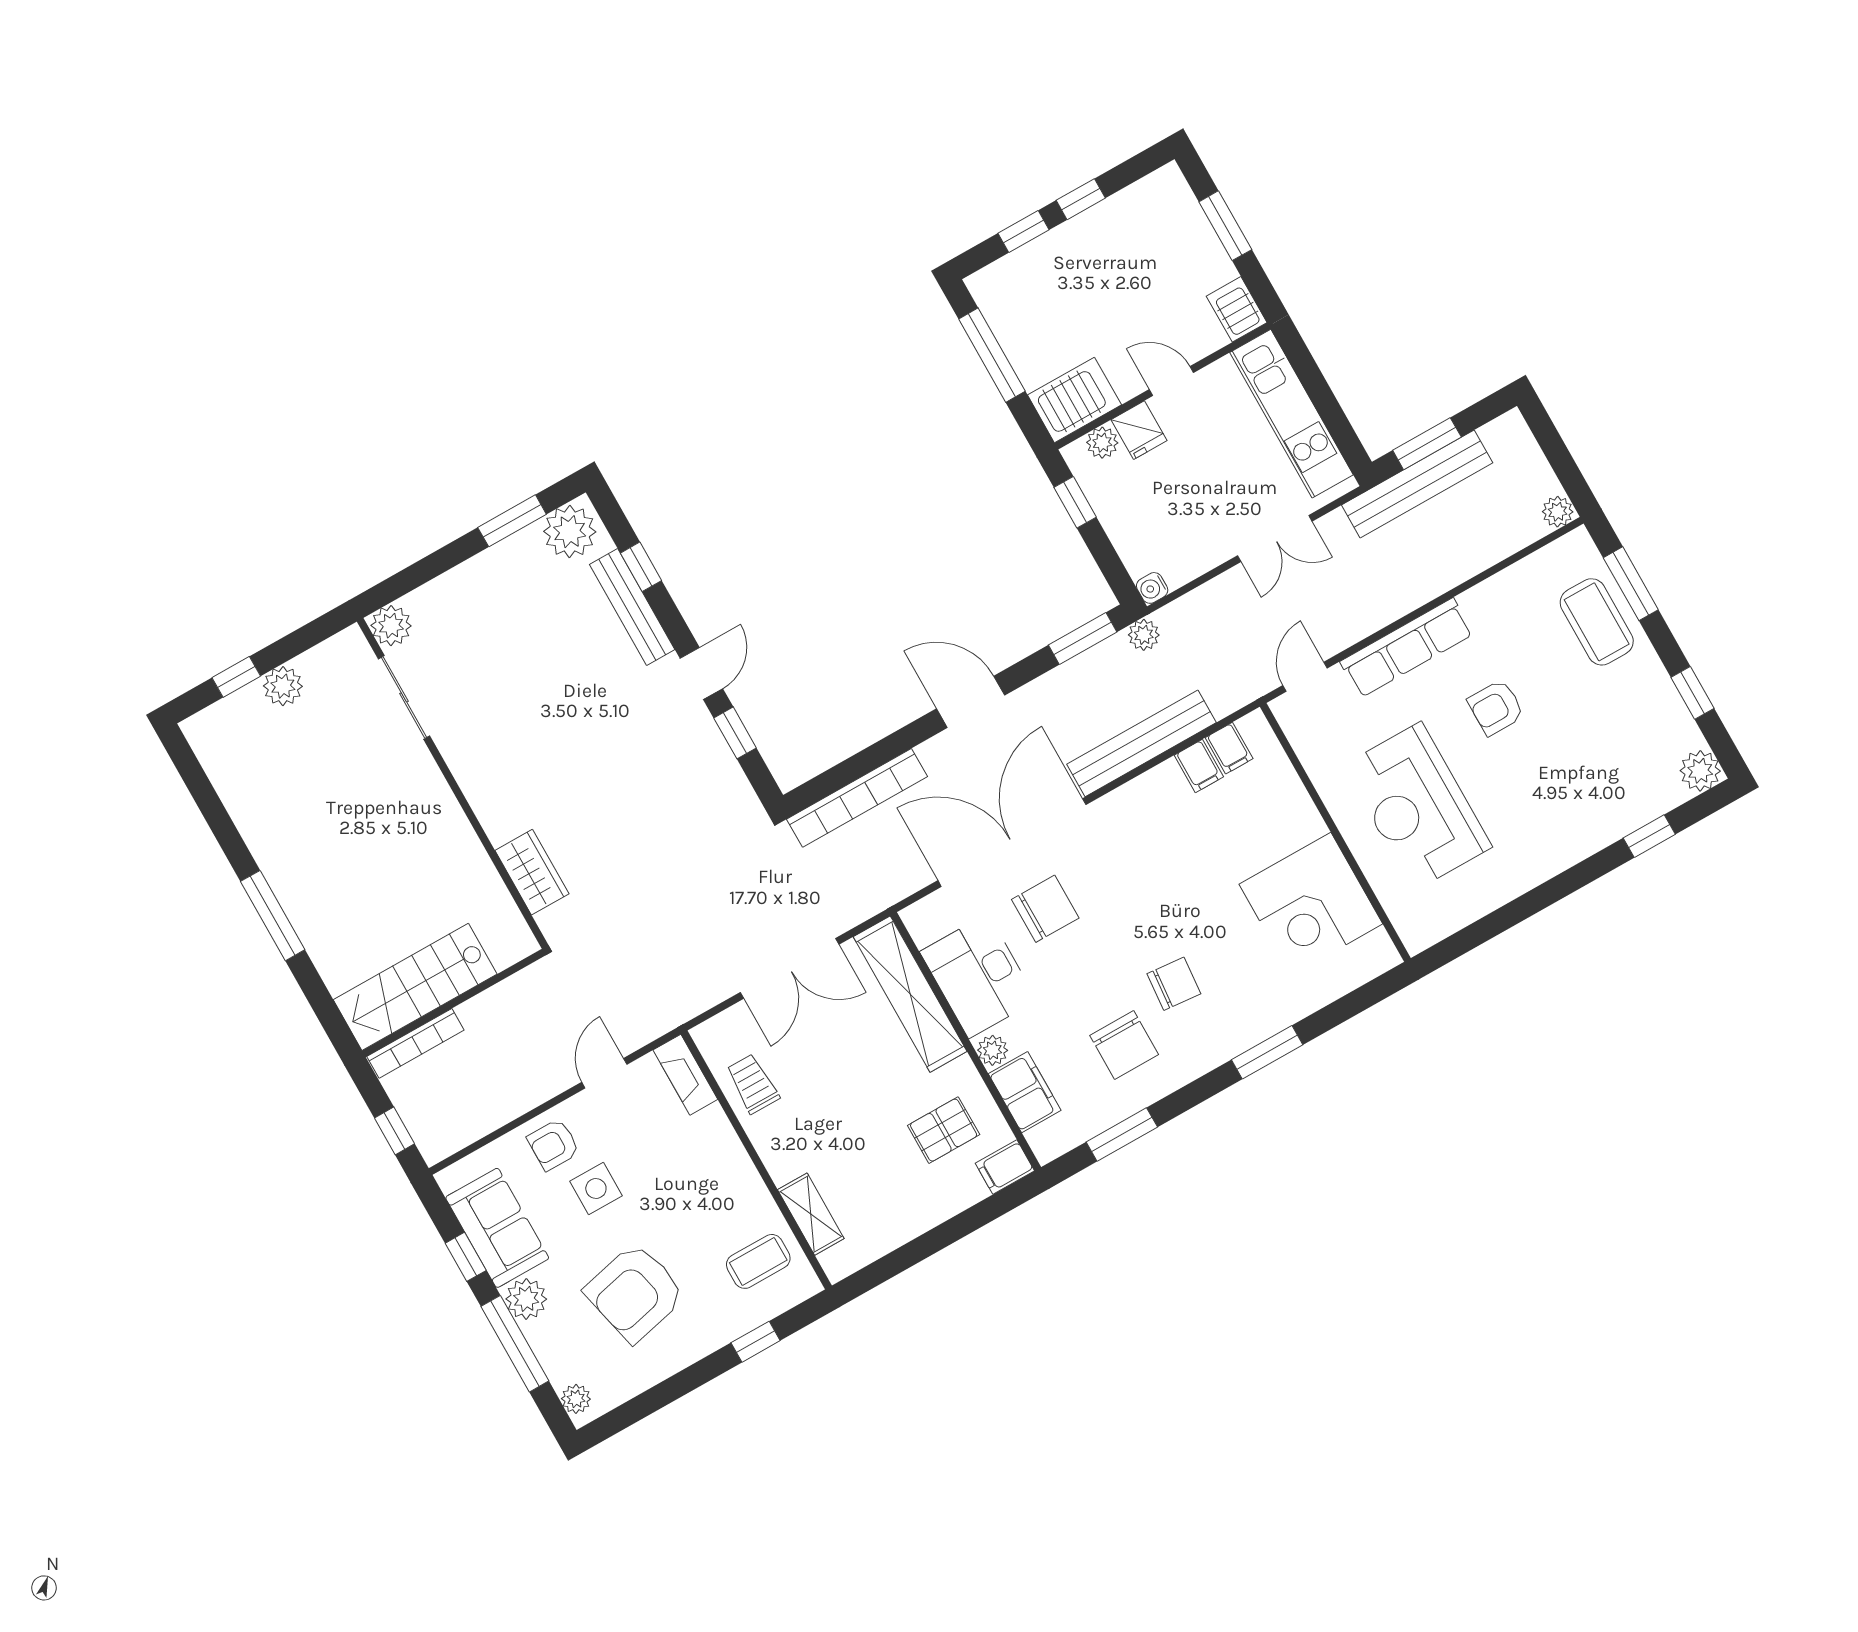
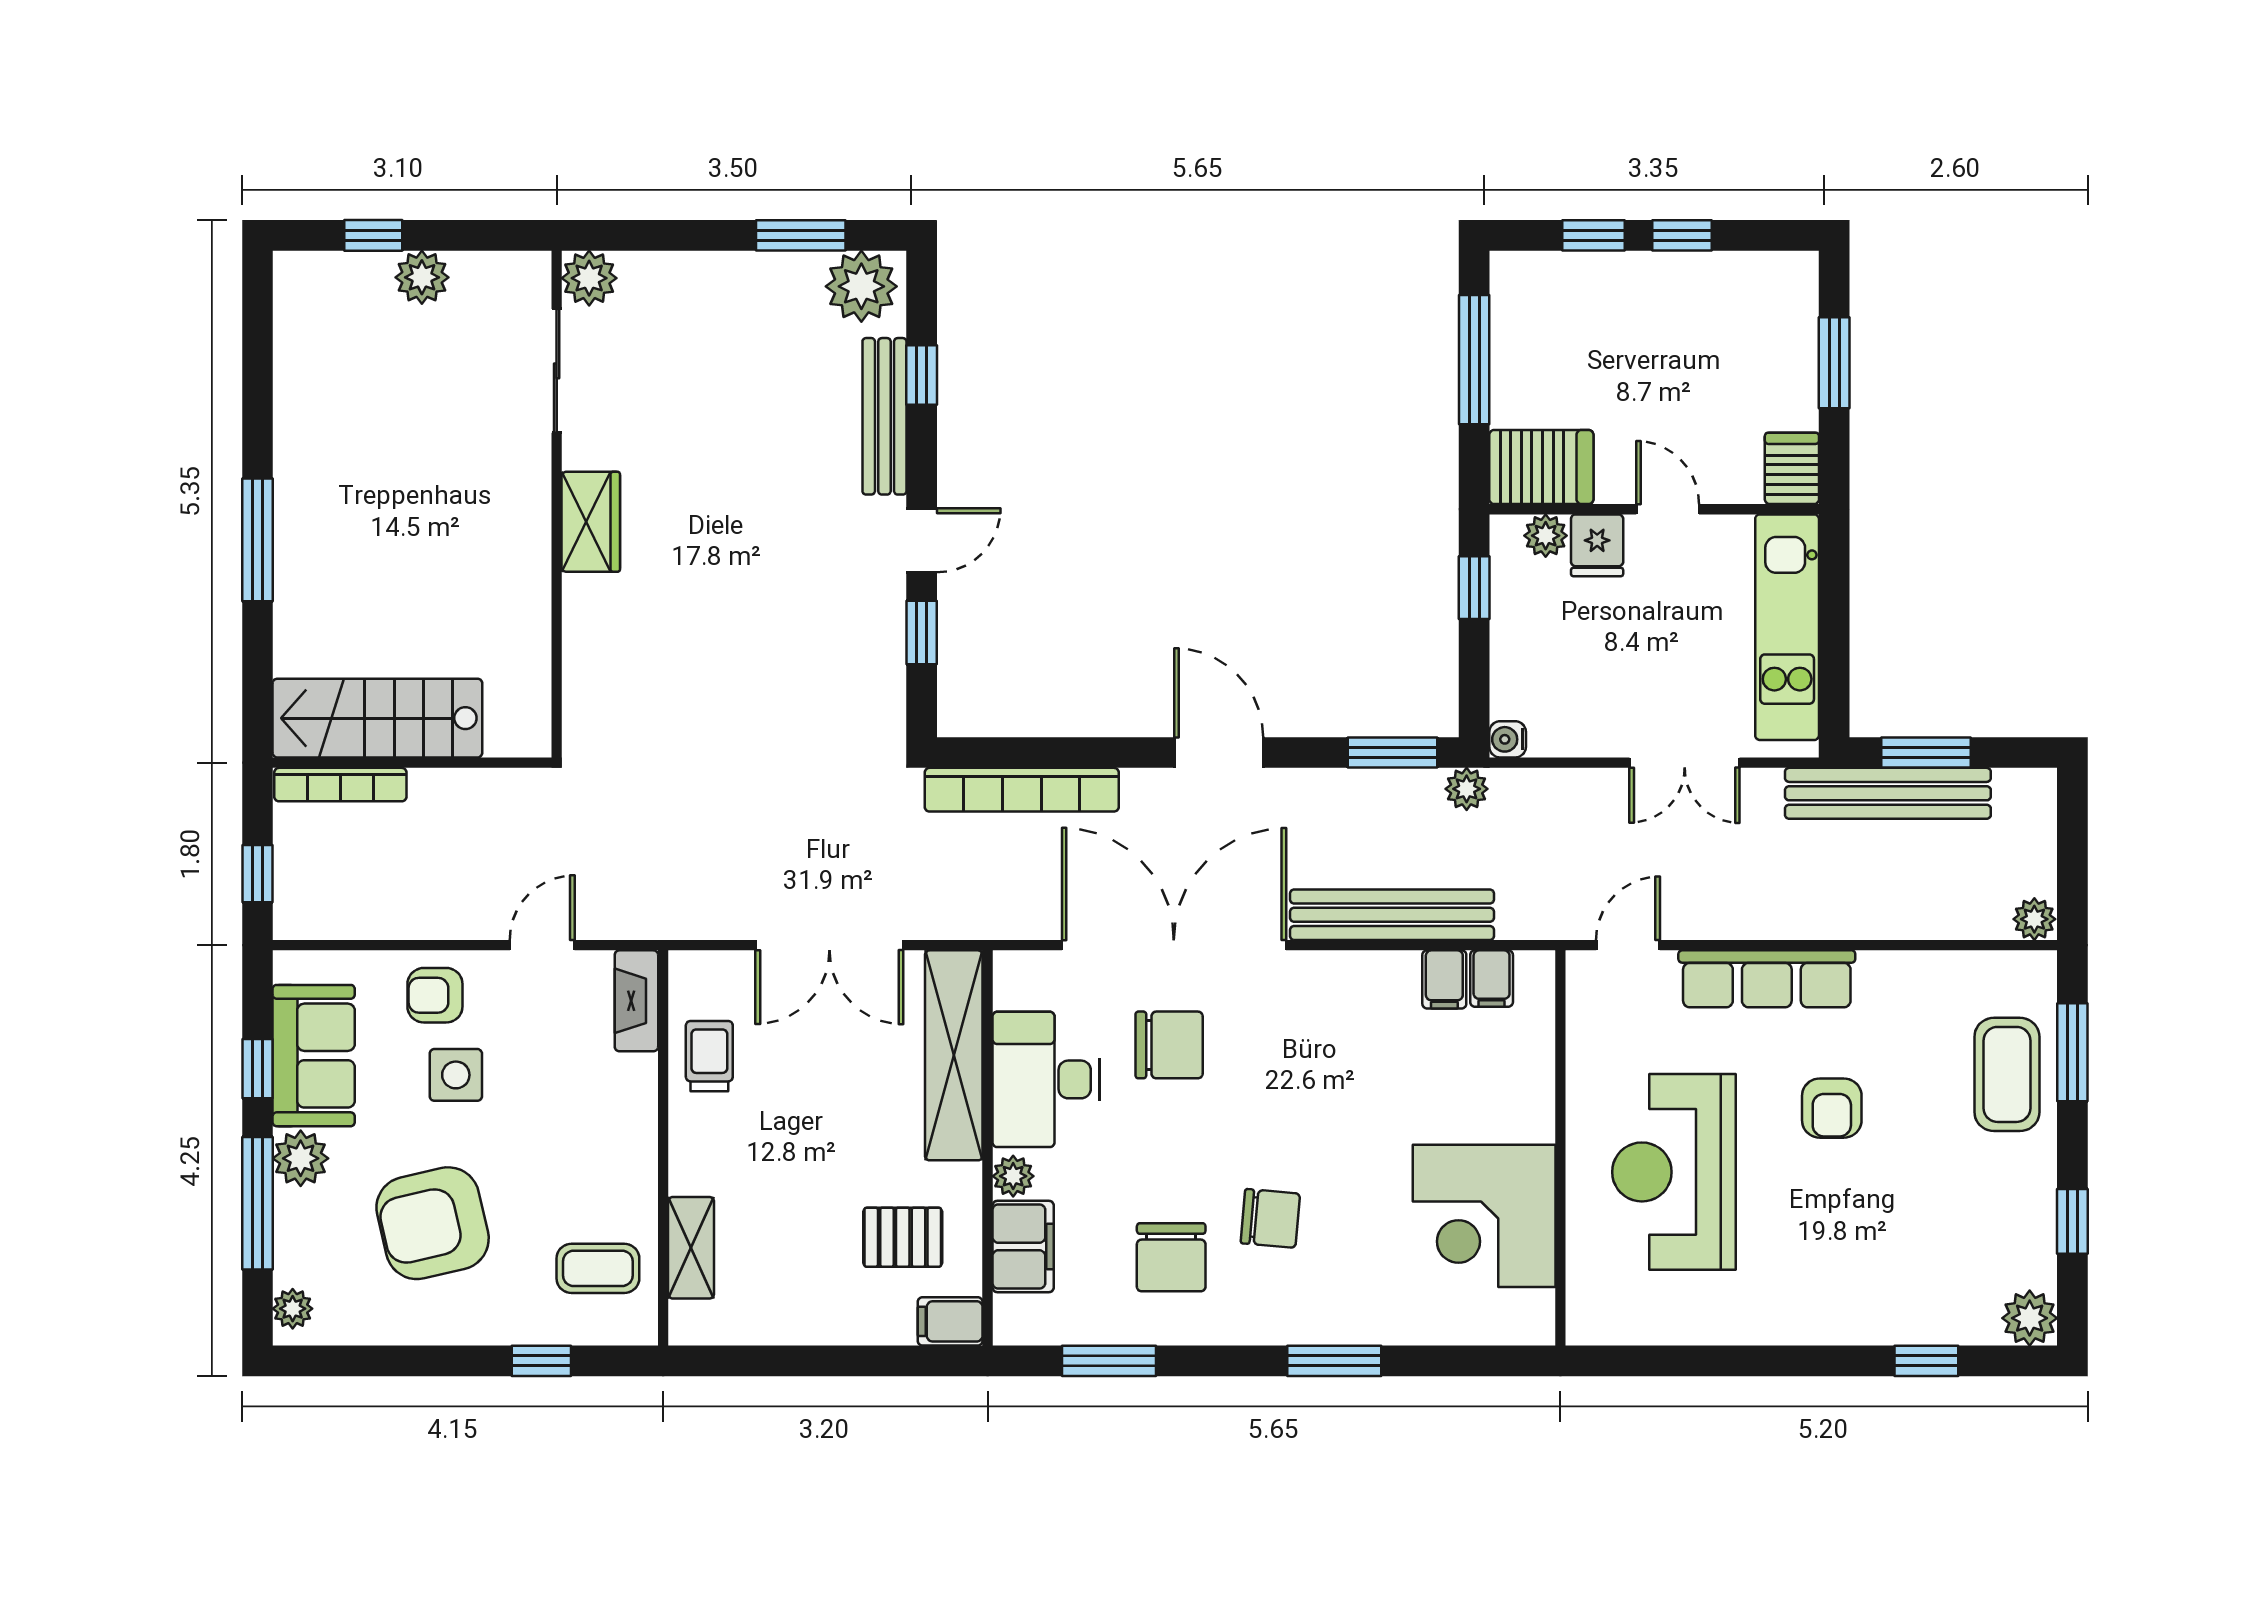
armchair: (1496, 708) -> (1832, 1108), turned -90
wardrobe: (532, 872) -> (591, 522), moved

